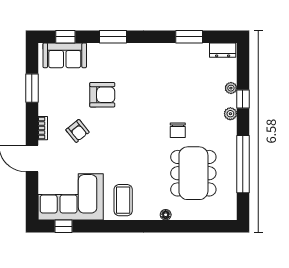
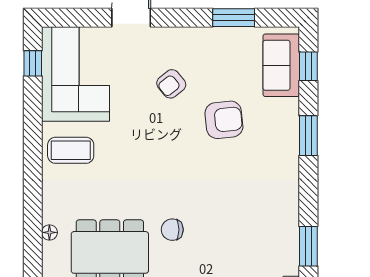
armchair: (102, 95) -> (224, 120), turned -96
bookcase: (43, 128) -> (175, 33), removed
floor lamp: (166, 215) -> (49, 232), moved

